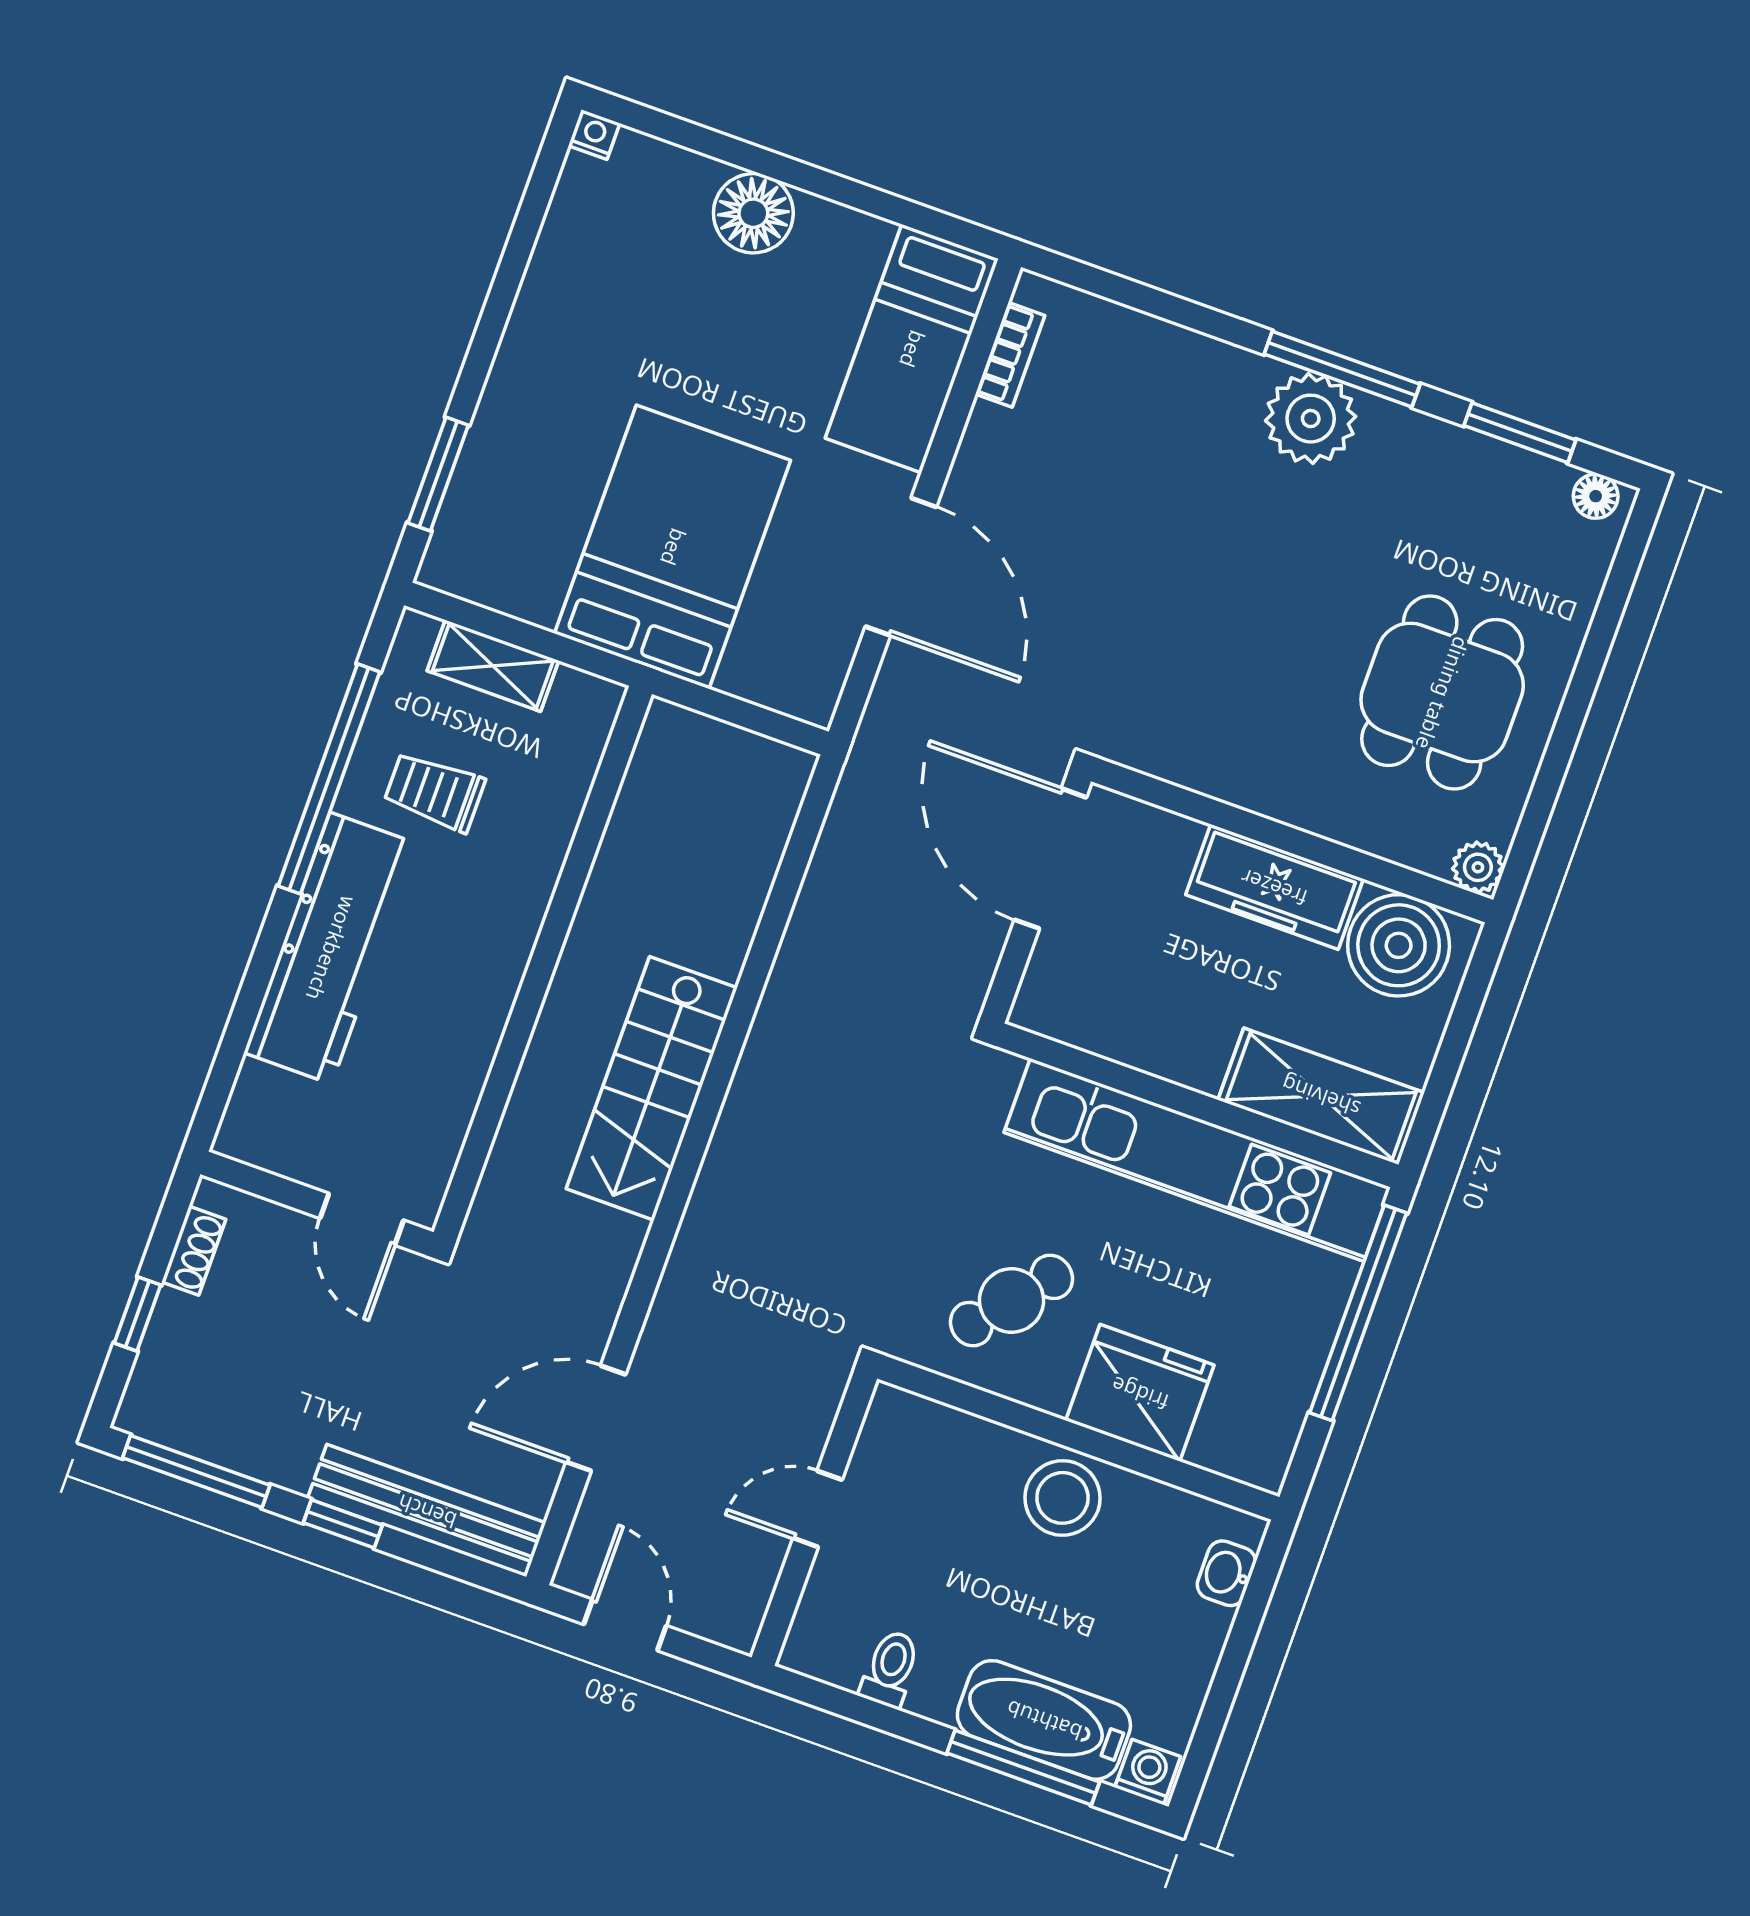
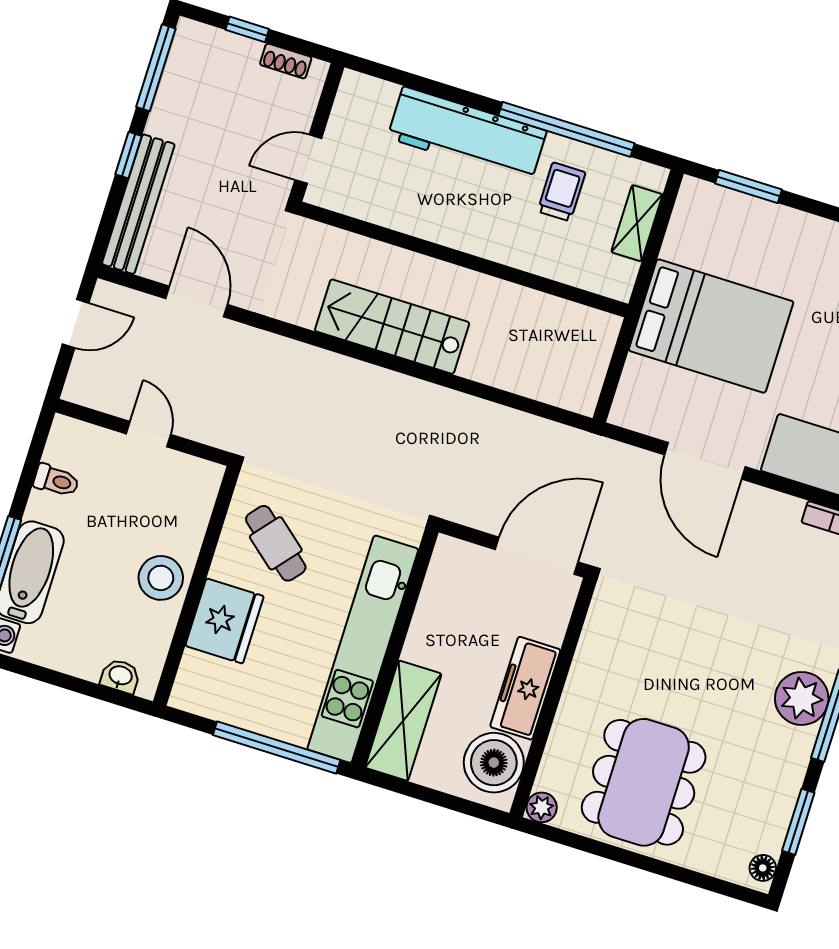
door: (901, 567) -> (705, 461), hinge flipped
dining table: (1442, 693) -> (644, 782), width x1.38

